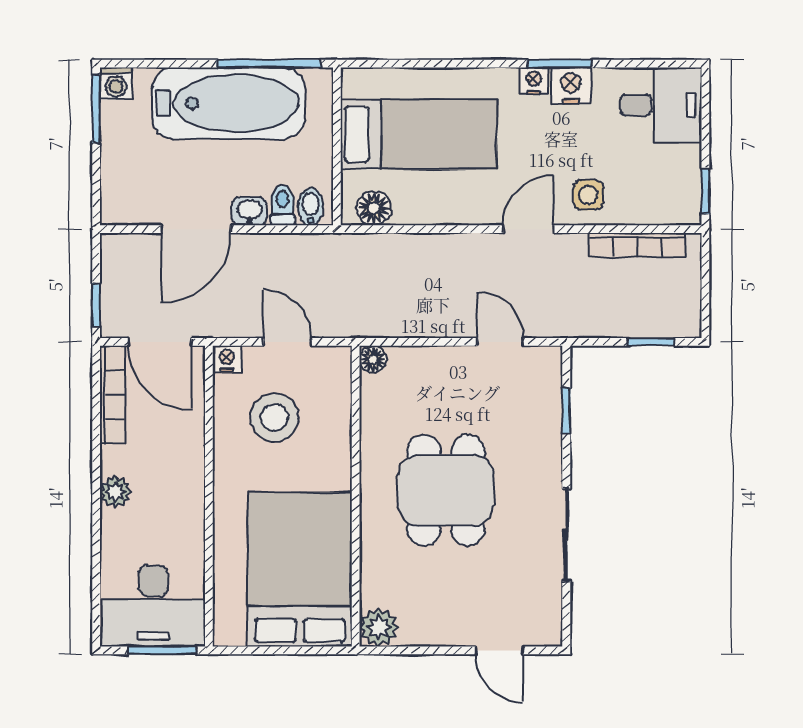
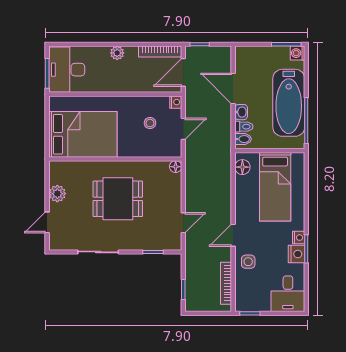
door: (528, 229) -> (233, 235), swing flipped
stool: (274, 417) -> (150, 123), width x0.53, depth x0.53
plant: (379, 627) -> (57, 194), moved

